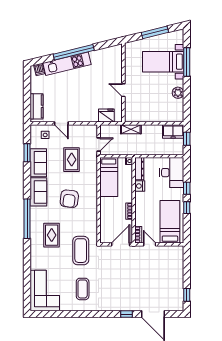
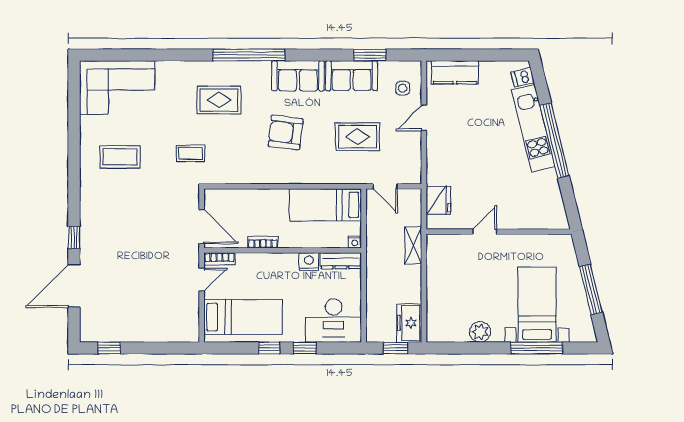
coffee table: (81, 251) -> (191, 153), width x0.54, depth x0.58

